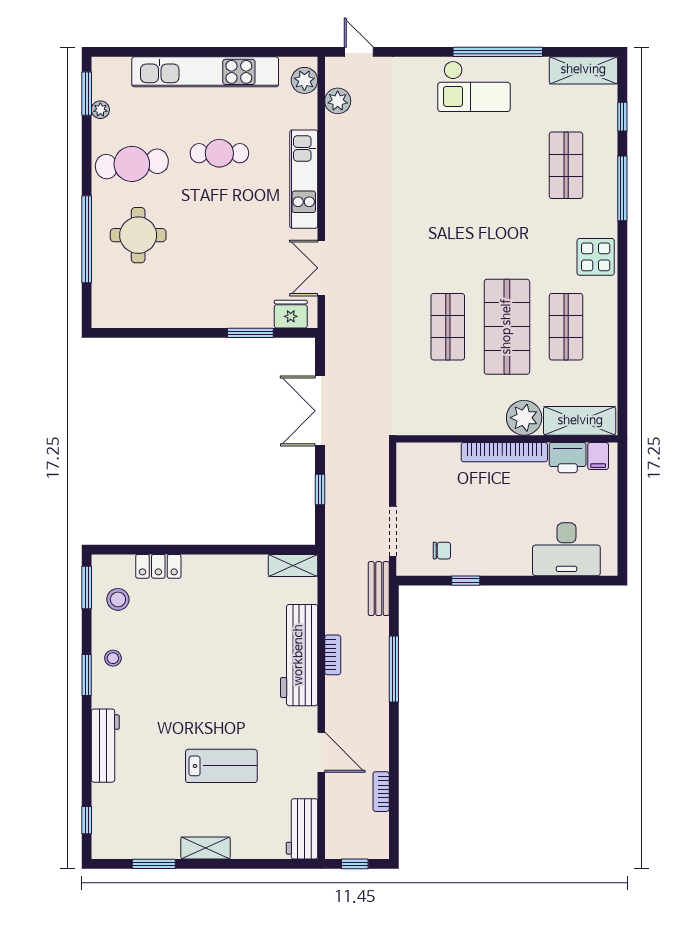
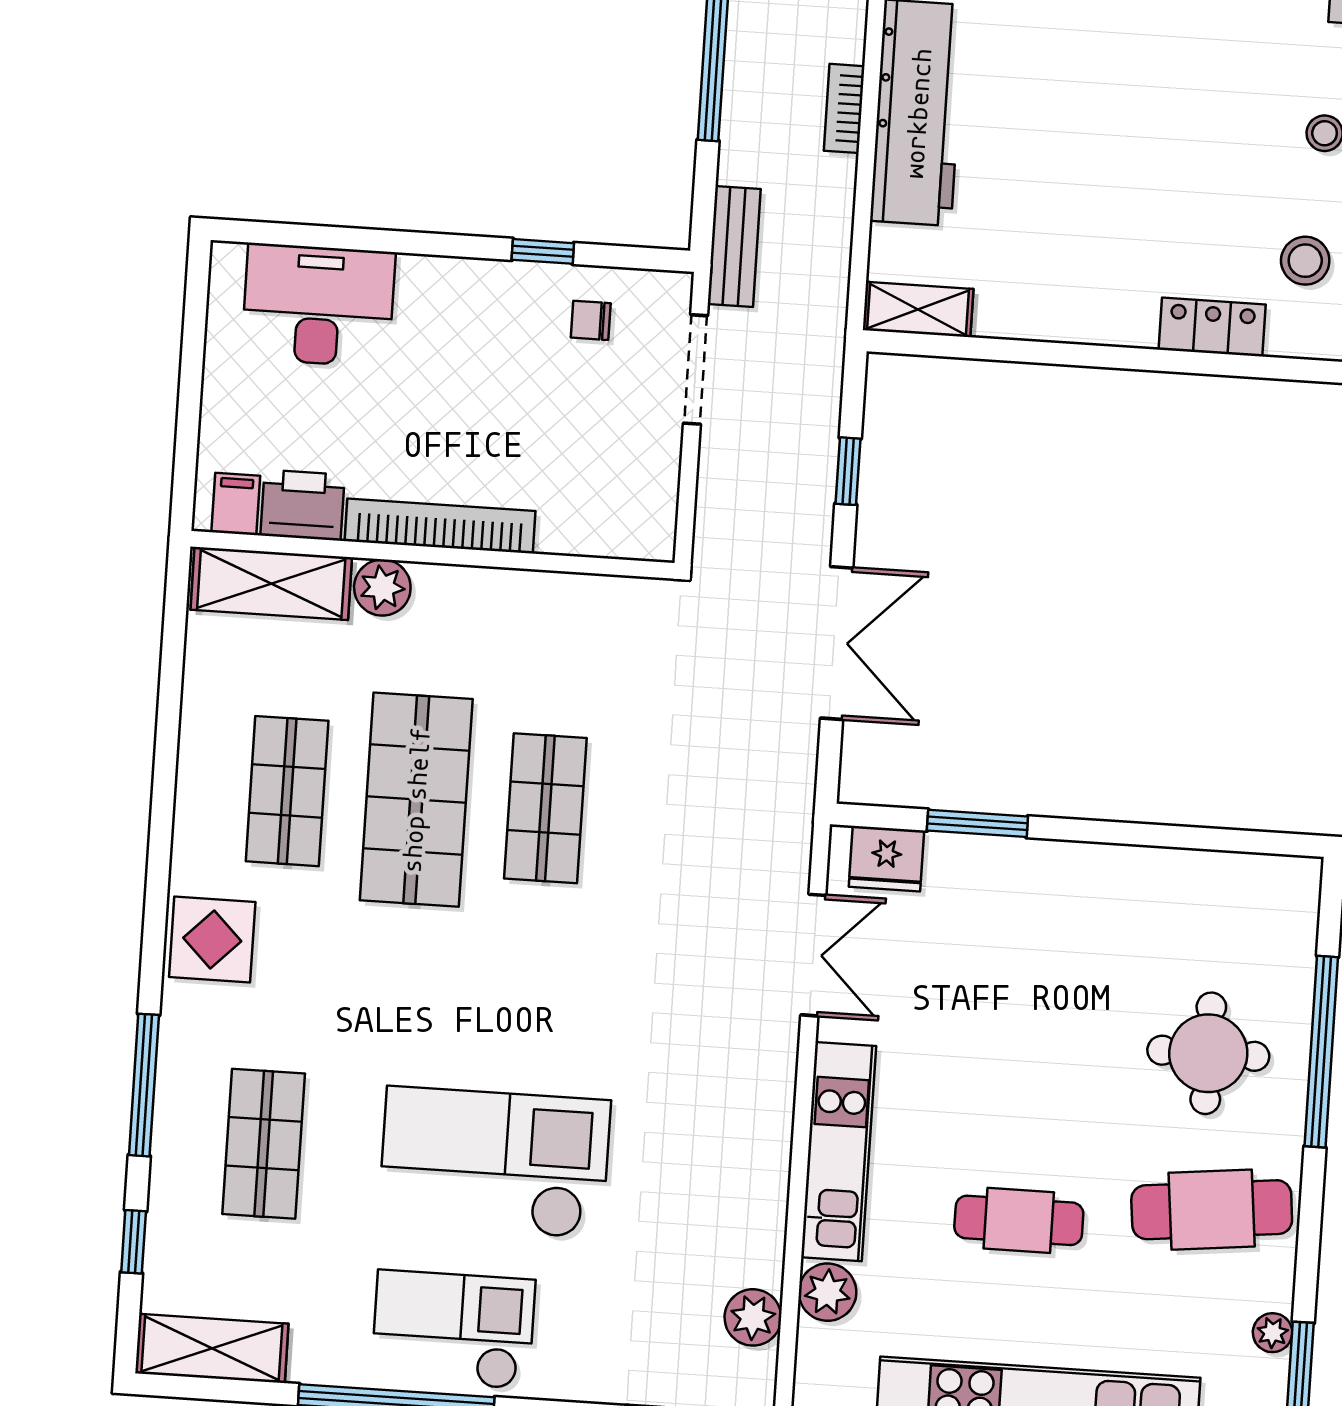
plant: (304, 80) -> (828, 1292), moved
checkout: (460, 164) -> (494, 1163), added
plant: (524, 418) -> (382, 588), width x0.73, depth x0.73

